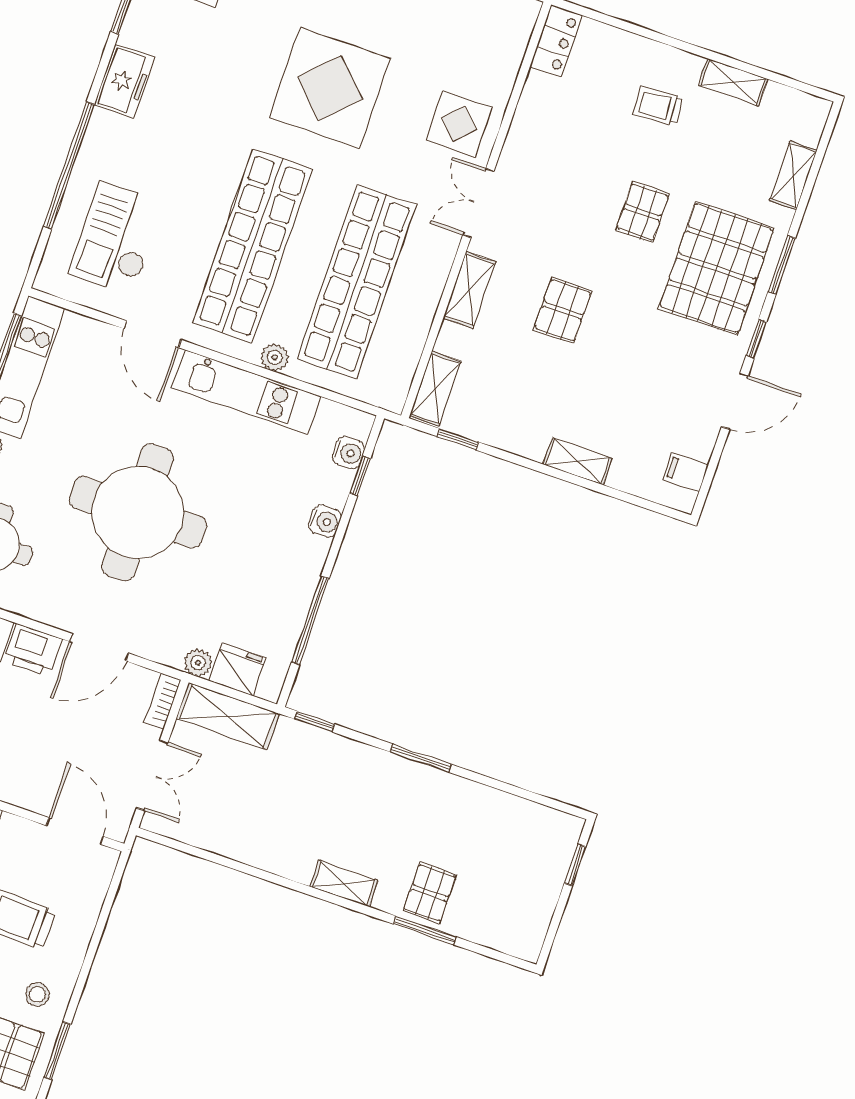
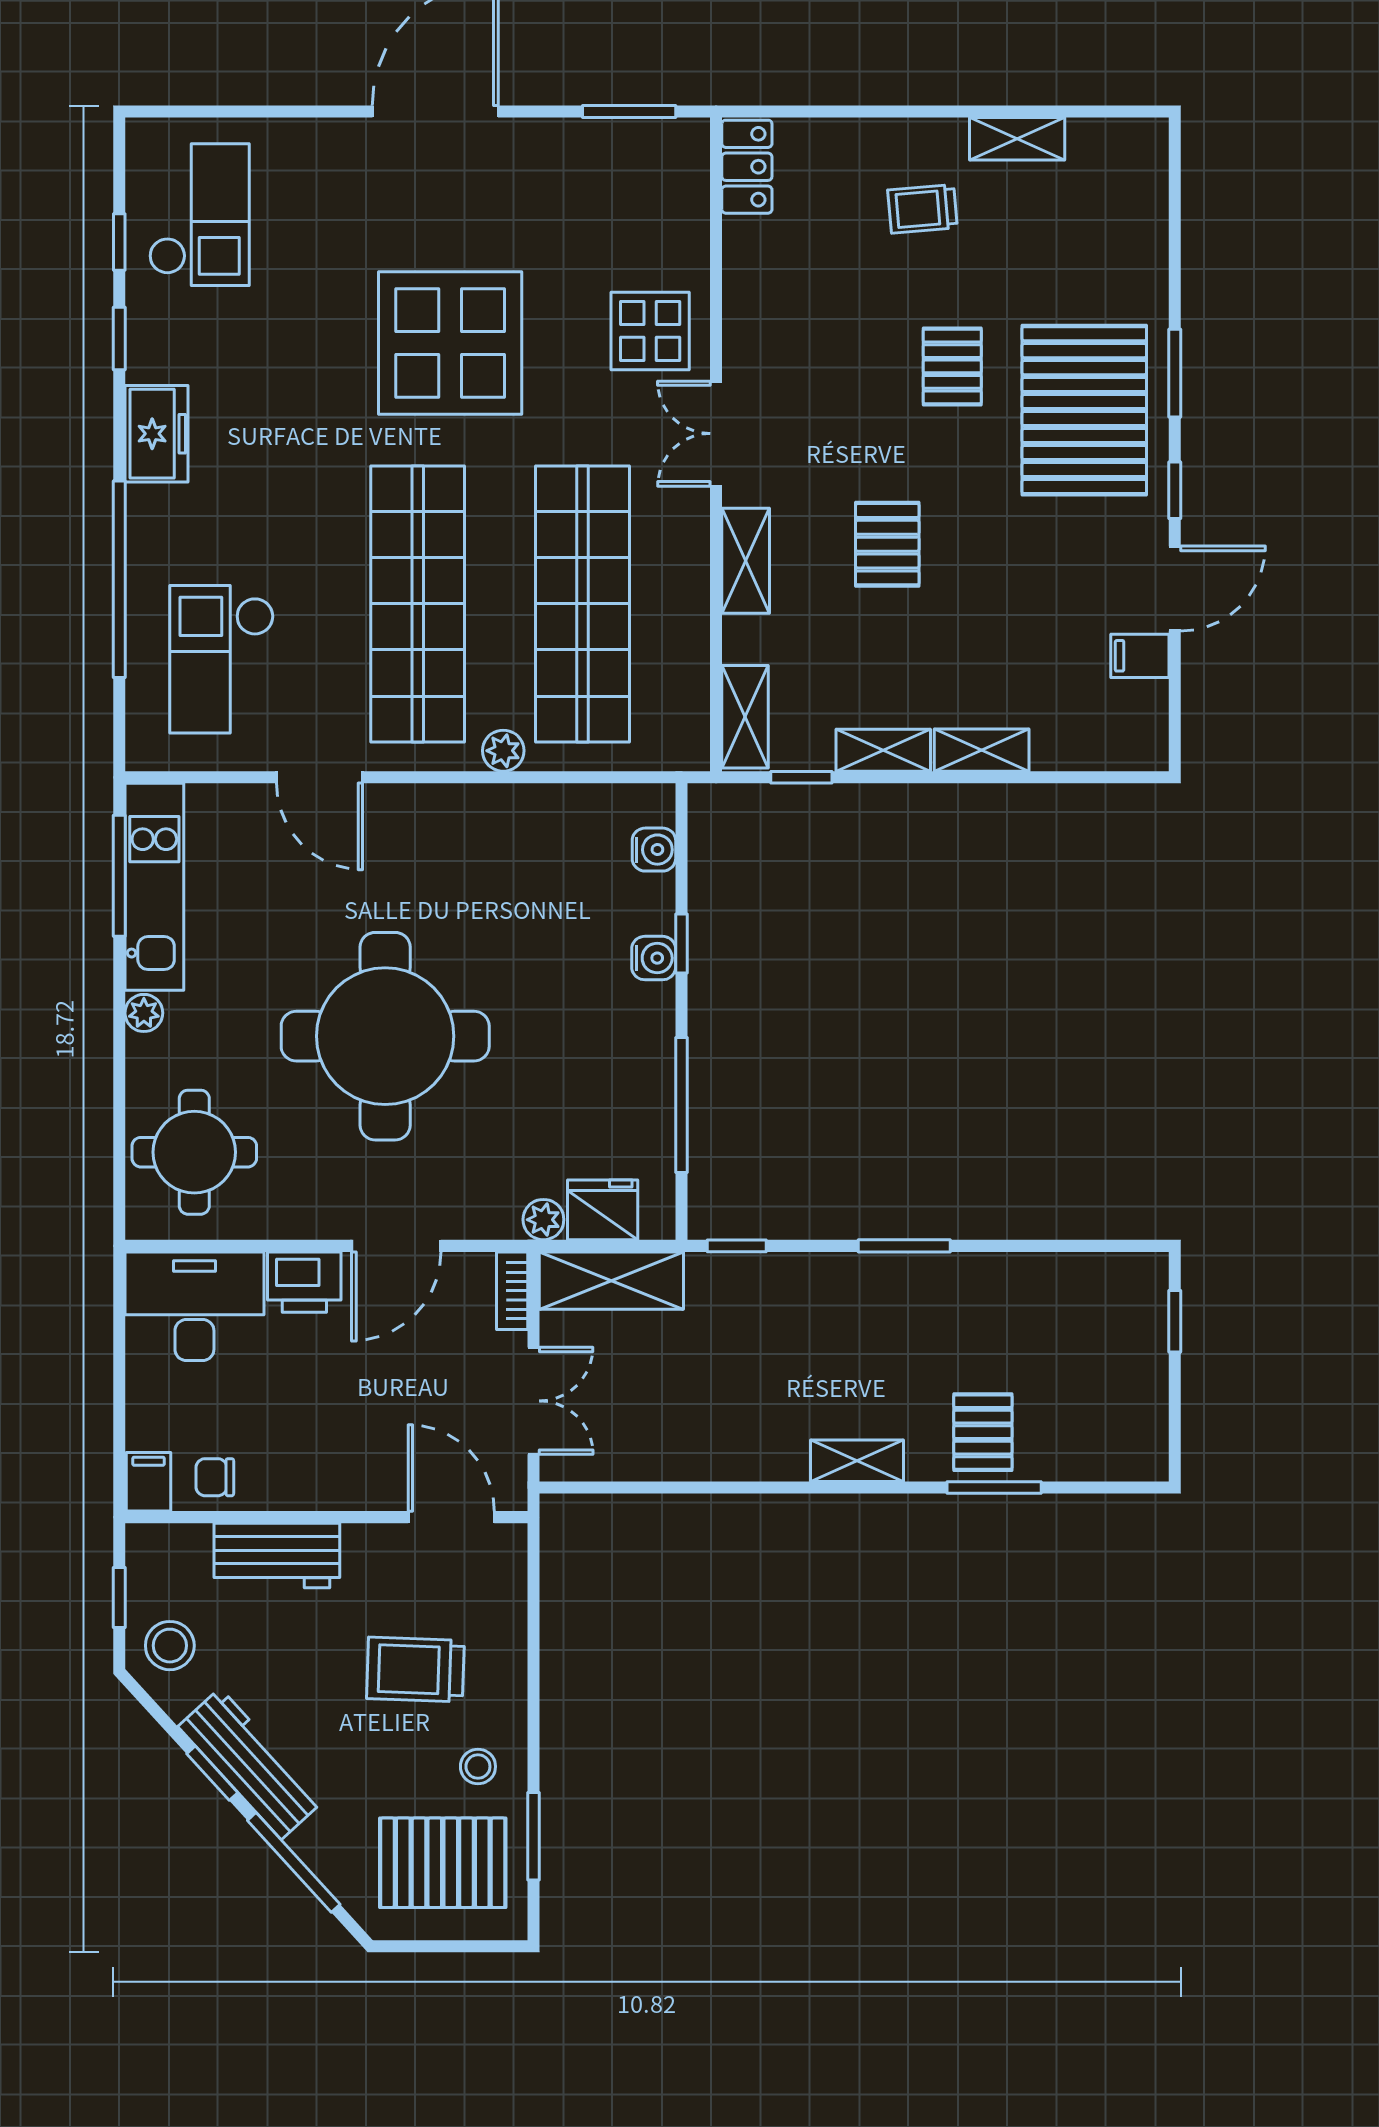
shelving: (793, 176) -> (883, 750), moved, turned 90
kitchen unit: (246, 392) -> (480, 814), removed
filing cabinet: (686, 472) -> (1140, 656), moved
window: (360, 476) -> (682, 943), moved

